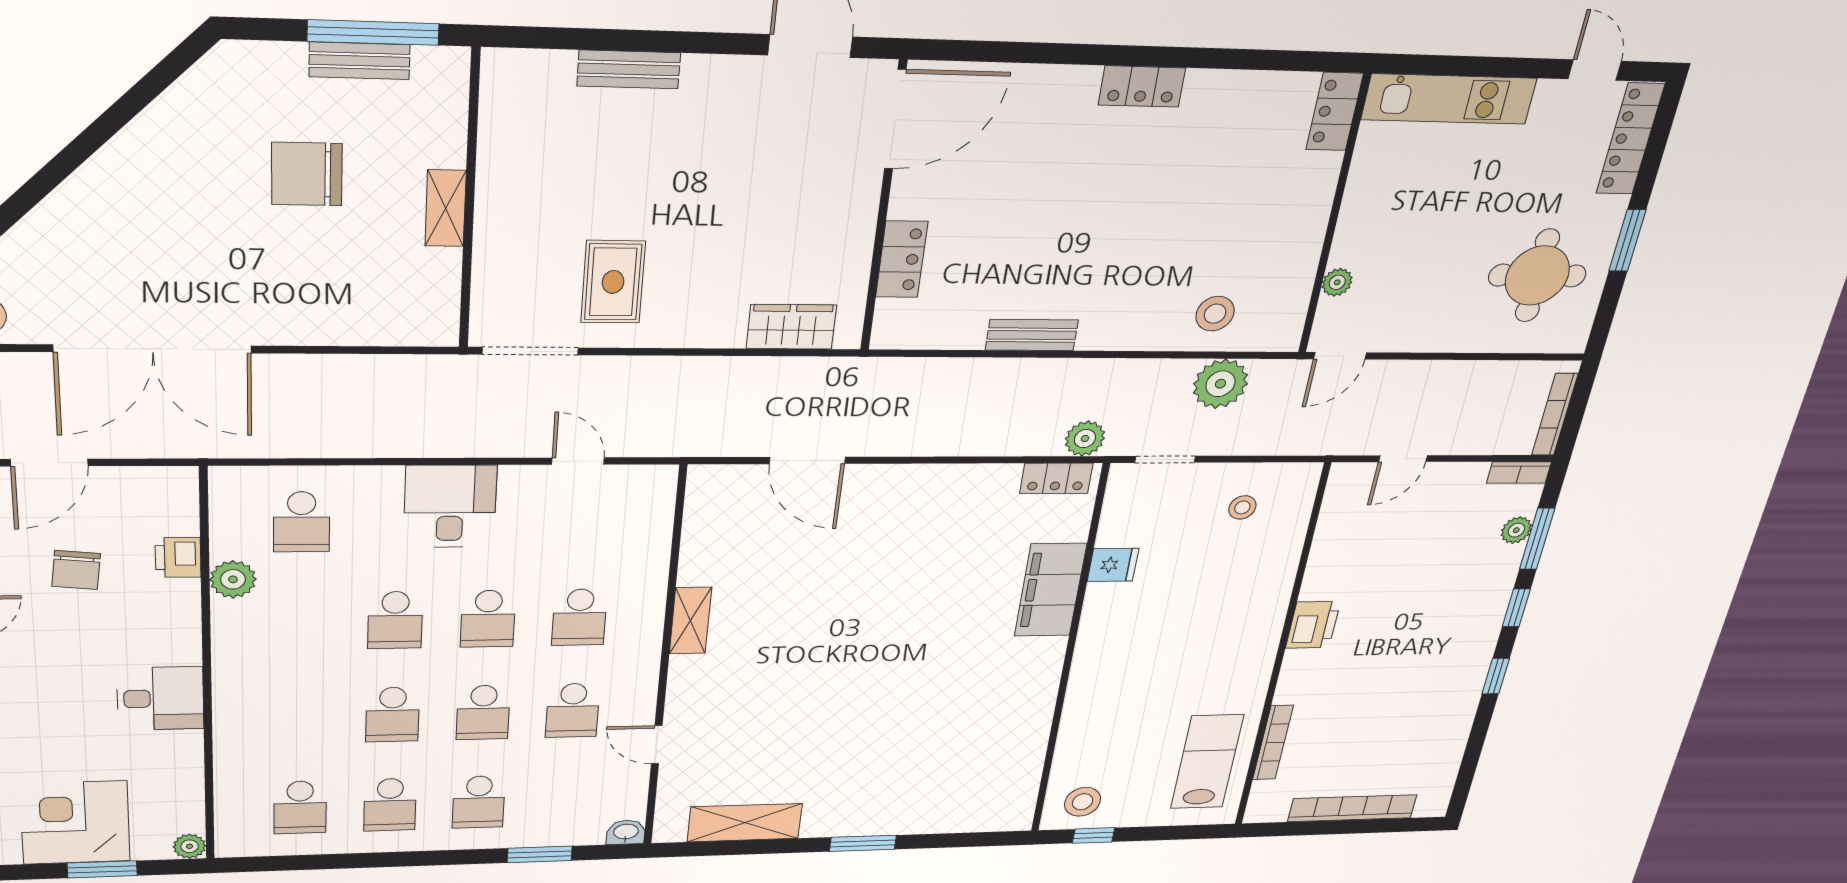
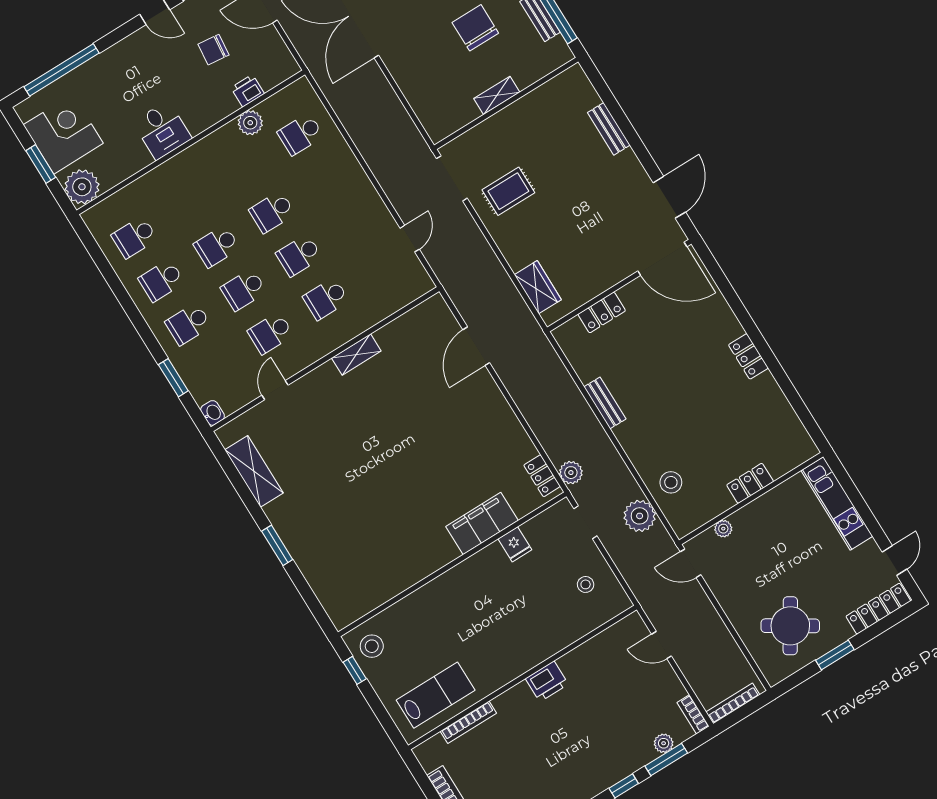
locker: (1335, 112) -> (750, 483), moved
round table: (1537, 276) -> (790, 626), turned 32
desk: (450, 506) -> (350, 196), removed
plant: (190, 846) -> (82, 187), width x1.88, depth x1.88

